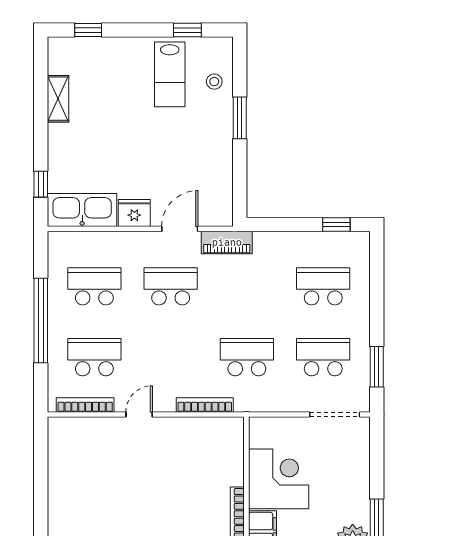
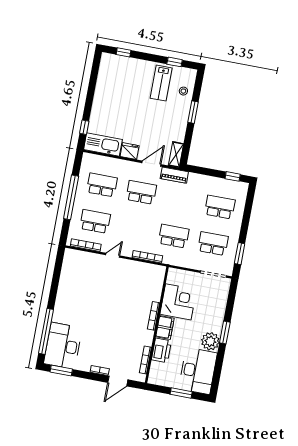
shelving: (58, 99) -> (176, 155), moved

